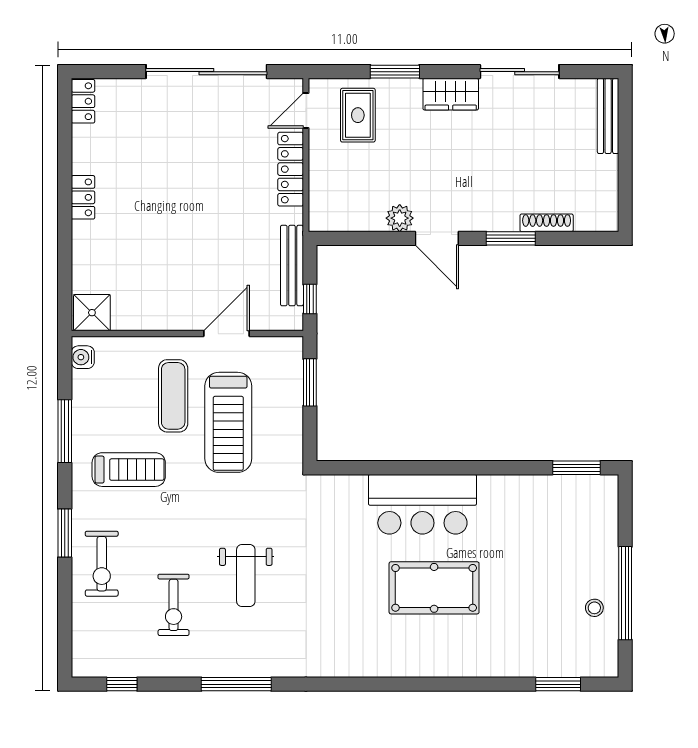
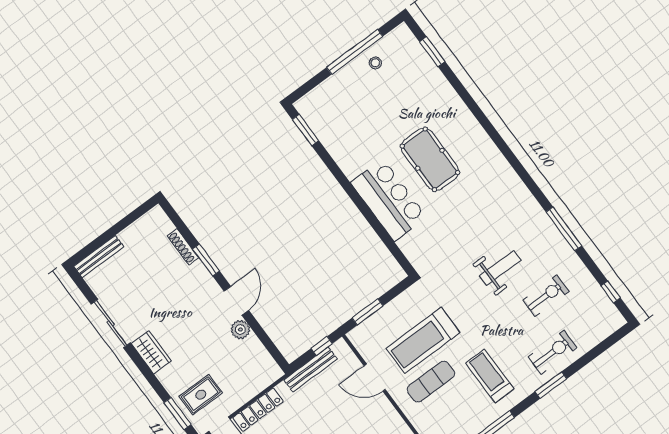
window: (395, 72) -> (178, 414), moved
treadmill: (228, 422) -> (423, 340), turned 180

